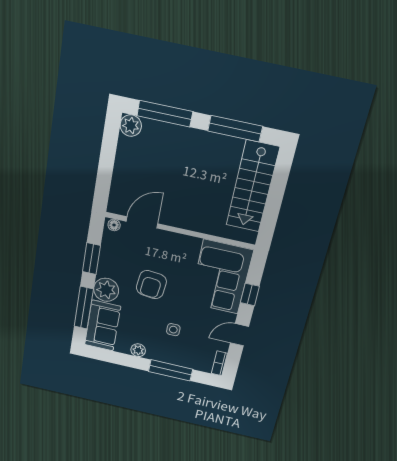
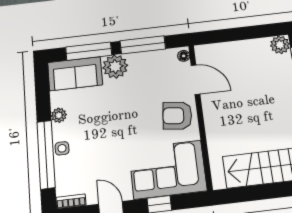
window: (91, 259) -> (143, 45), width x1.44
armchair: (151, 285) -> (177, 116), moved
side table: (173, 330) -> (62, 148), moved
window: (171, 370) -> (46, 154), width x1.46

